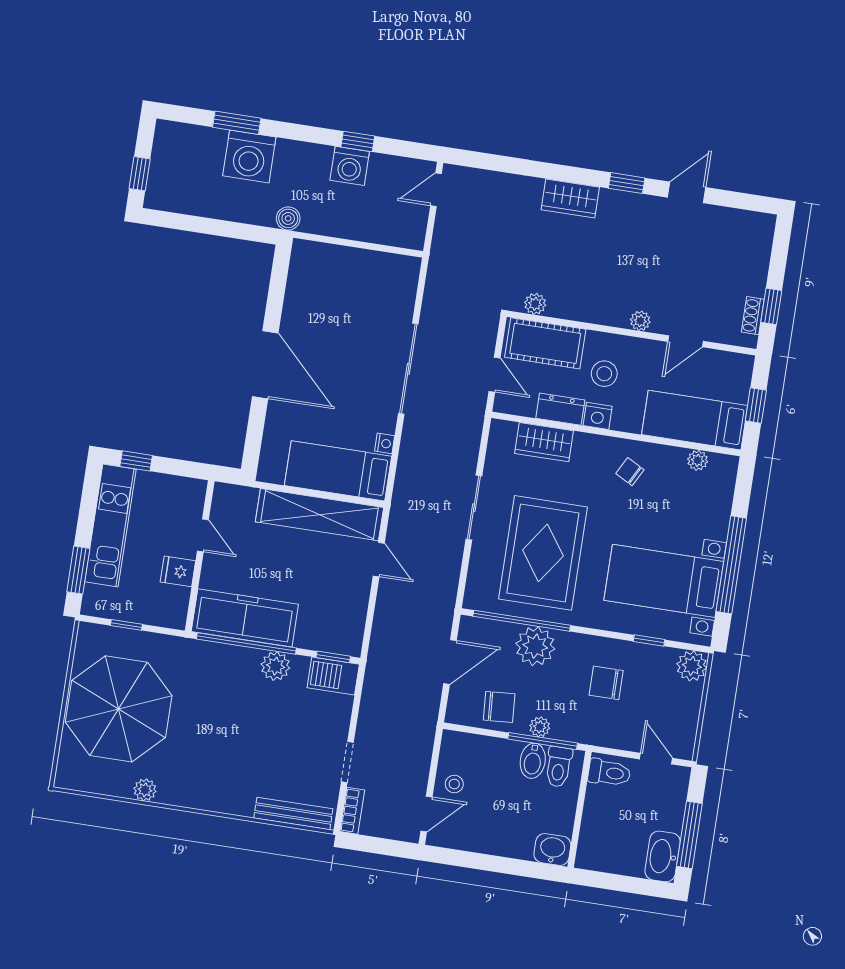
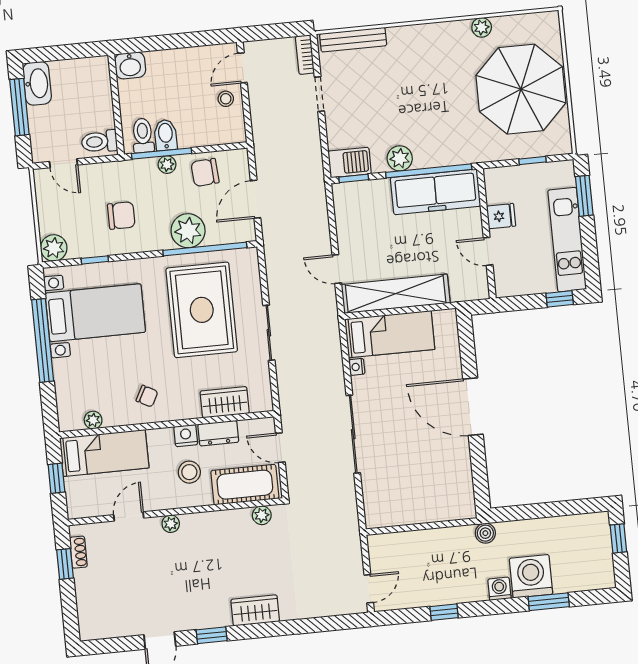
washing machine: (350, 166) -> (499, 589), moved, width x0.73, depth x0.73

